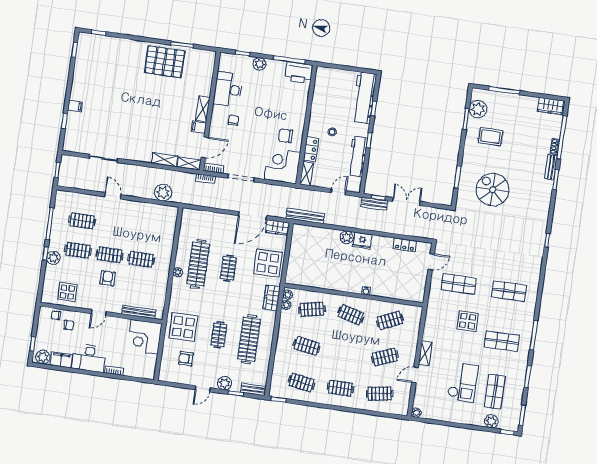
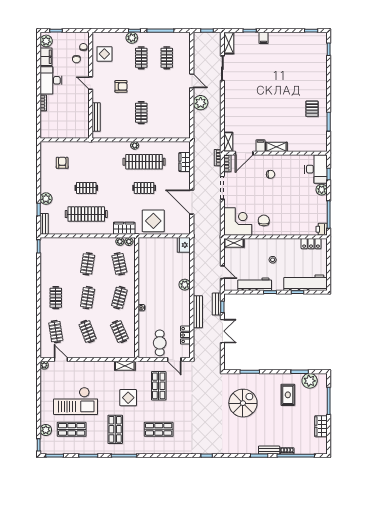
pallet: (165, 62) -> (312, 109), width x0.49, depth x0.50
printer: (299, 72) -> (322, 229), width x0.53, depth x0.68
desk: (228, 89) -> (316, 169), moved, turned 90
wardrobe: (551, 106) -> (321, 426), moved
door: (205, 147) -> (244, 153), hinge flipped
locker: (311, 149) -> (311, 244), moved
shelving: (164, 160) -> (229, 43), moved
plant: (163, 193) -> (201, 103), moved
door: (113, 196) -> (192, 81), hinge flipped
bench: (305, 216) -> (198, 312), moved
wardrobe: (278, 228) -> (185, 162), moved
fridge: (362, 241) -> (184, 245), moved
clothes rail: (110, 255) -> (141, 85), removed
cafe table: (410, 276) -> (160, 343), added
shop shelf: (509, 291) -> (159, 429), turned 90
display table: (183, 327) -> (89, 157), removed
corner desk: (145, 337) -> (76, 125), removed
shelving: (425, 353) -> (125, 366), moved
door: (415, 375) -> (61, 360), moved
checkout: (463, 382) -> (76, 401), width x1.36, depth x1.21
clothes rail: (301, 383) -> (88, 298), moved
door: (203, 389) -> (39, 181), removed

